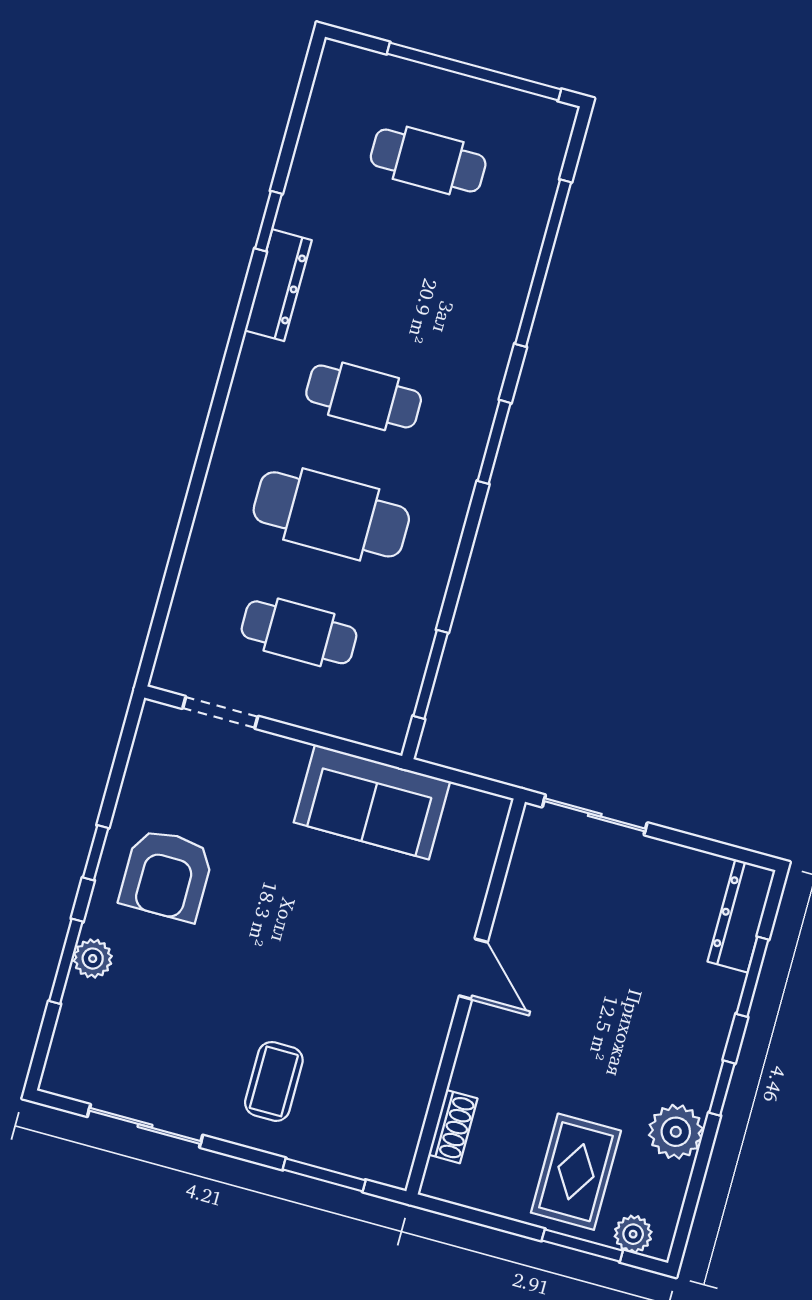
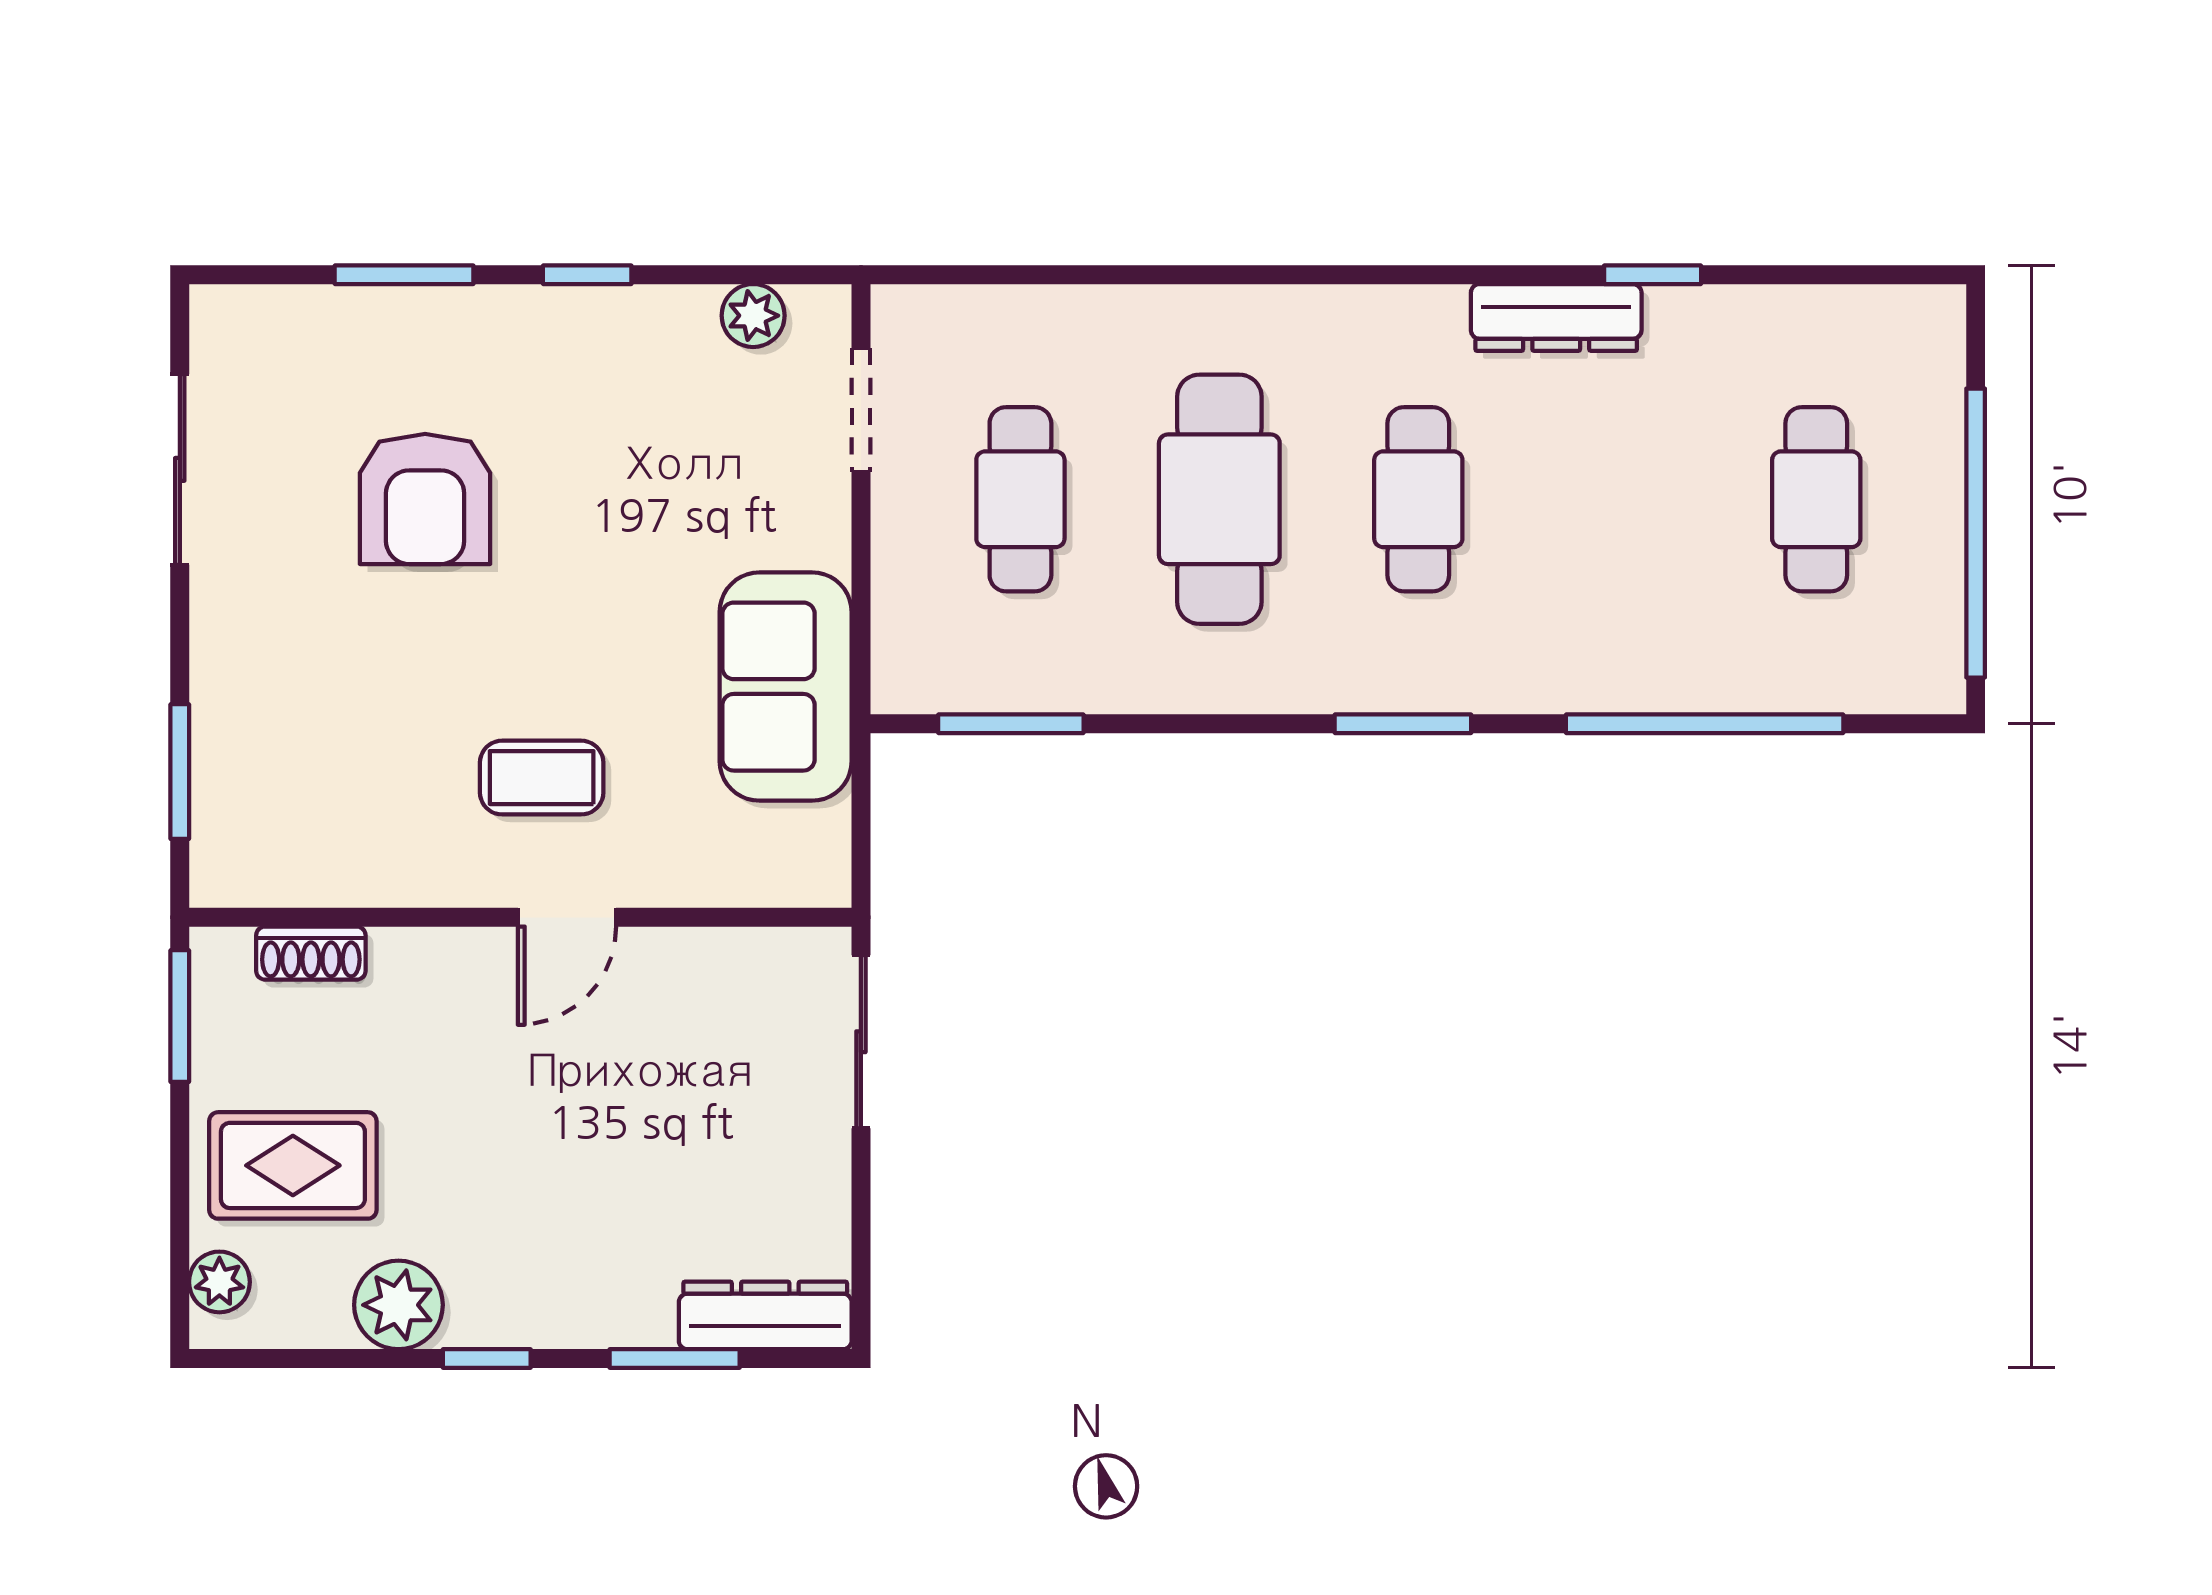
armchair: (167, 875) -> (425, 499), moved, turned -90
plant: (93, 959) -> (753, 316), moved
coffee table: (274, 1081) -> (542, 778), moved
window: (582, 1245) -> (180, 1016), moved

